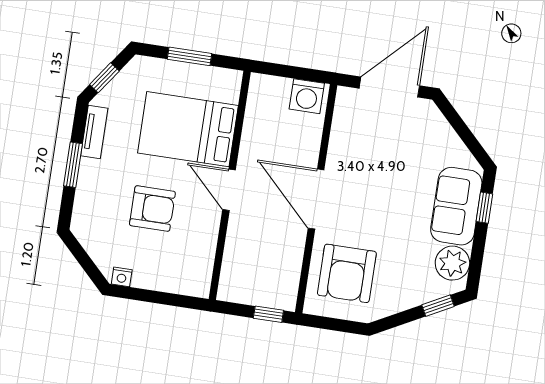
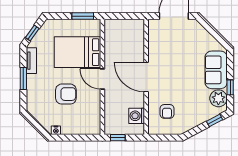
window: (189, 56) -> (83, 16), moved
washing machine: (307, 96) -> (137, 116), moved, turned 90
window: (484, 208) -> (230, 87), moved
armchair: (347, 273) -> (167, 111), width x0.53, depth x0.53
window: (268, 314) -> (118, 138), moved

